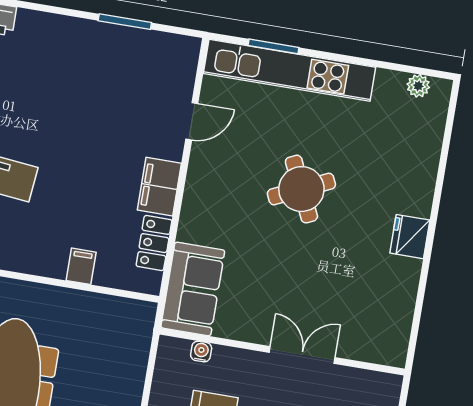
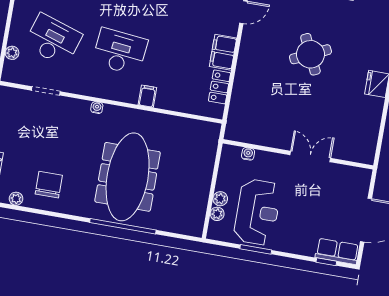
filing cabinet: (81, 266) -> (147, 96), moved
sofa: (193, 289) -> (243, 115), removed

